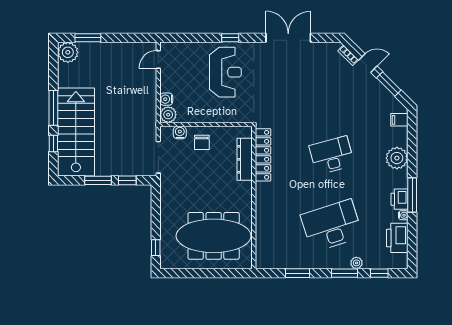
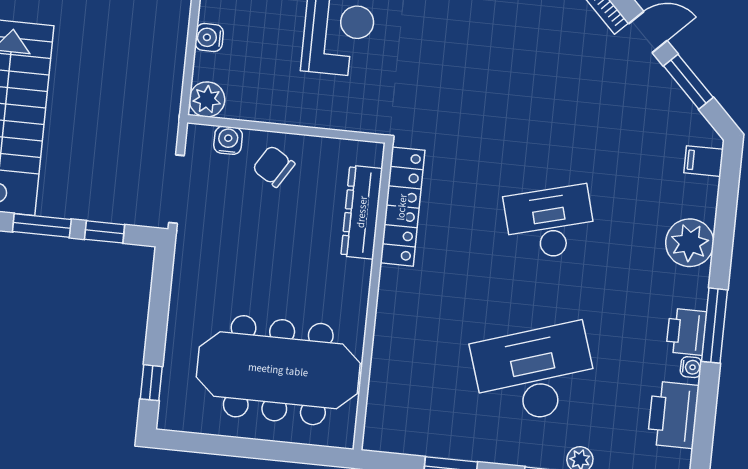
water cooler: (166, 99) -> (209, 38), moved
chair: (202, 142) -> (274, 166), turned 122

